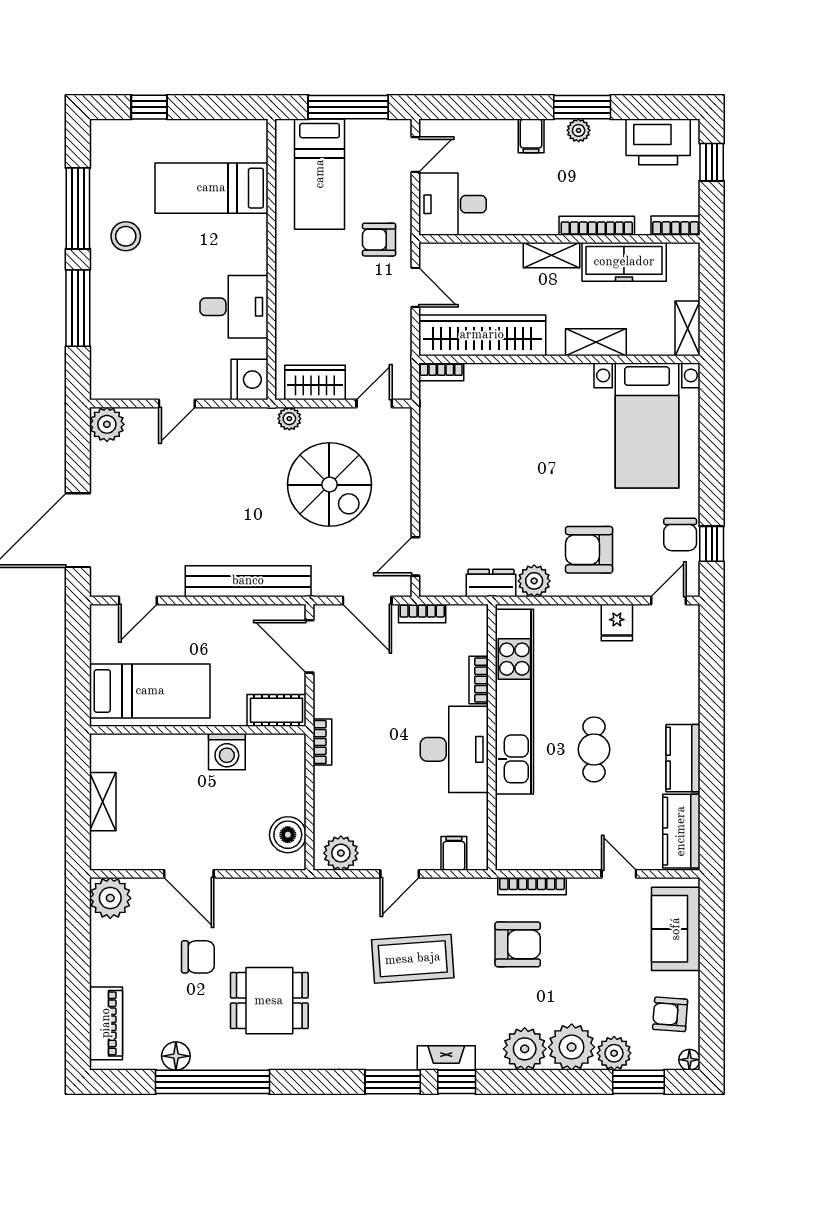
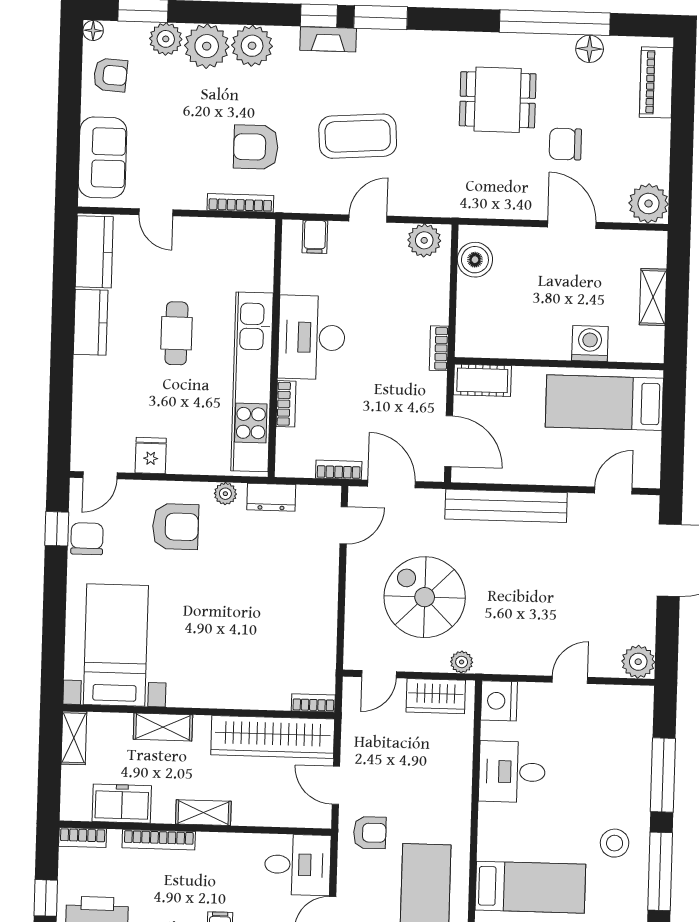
freezer: (624, 262) -> (122, 804), width x0.71
plant: (534, 581) -> (225, 494), width x0.73, depth x0.73
washing machine: (227, 752) -> (590, 343), moved

